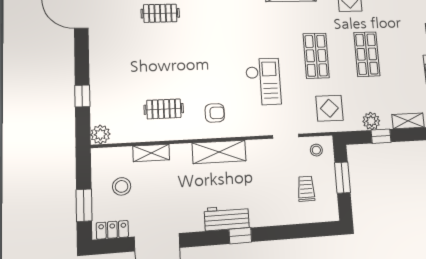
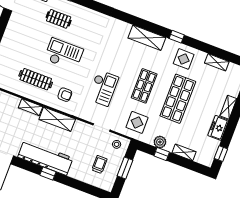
shop shelf: (367, 54) -> (178, 99), width x1.43, depth x1.36
checkout: (189, 58) -> (64, 54), added
clothes rail: (164, 109) -> (36, 79), width x1.36
shelving: (151, 153) -> (31, 107), moved
workbench: (227, 218) -> (45, 158), width x1.88, depth x1.32

